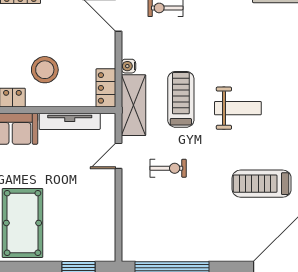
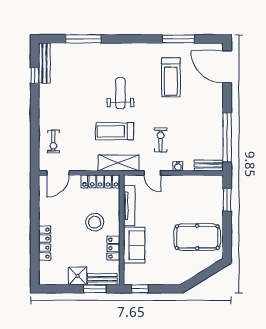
water cooler: (128, 66) -> (178, 166), moved
locker: (106, 88) -> (100, 181), width x1.53
bench: (130, 240) -> (209, 166), added

